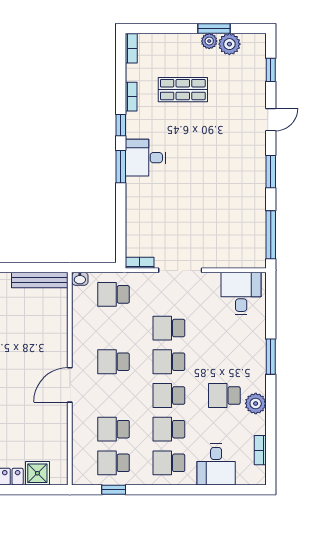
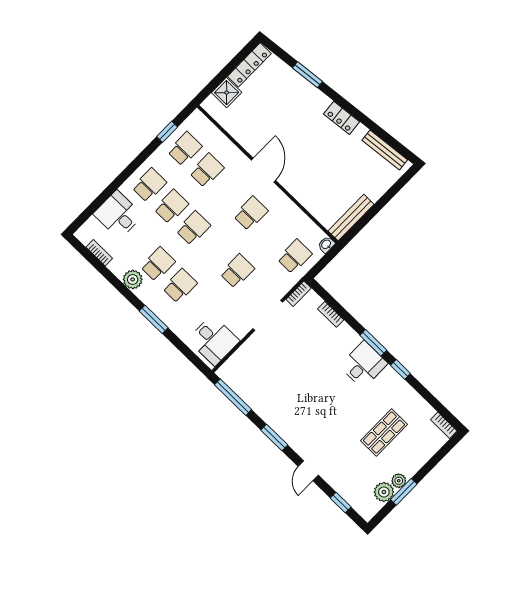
bookcase: (131, 97) -> (331, 314), moved
school desk: (169, 362) -> (180, 286), moved

